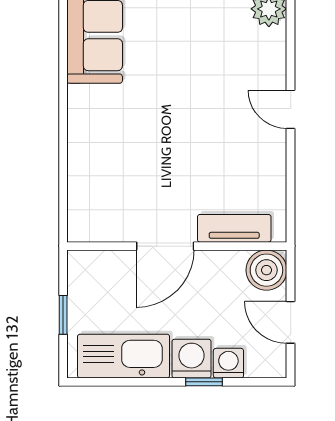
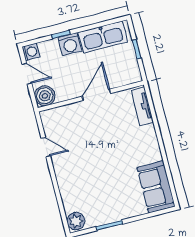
door: (291, 109) -> (46, 147), moved
tv unit: (234, 228) -> (142, 106), moved, turned 90
washing machine: (228, 363) -> (31, 52), moved, turned -90

